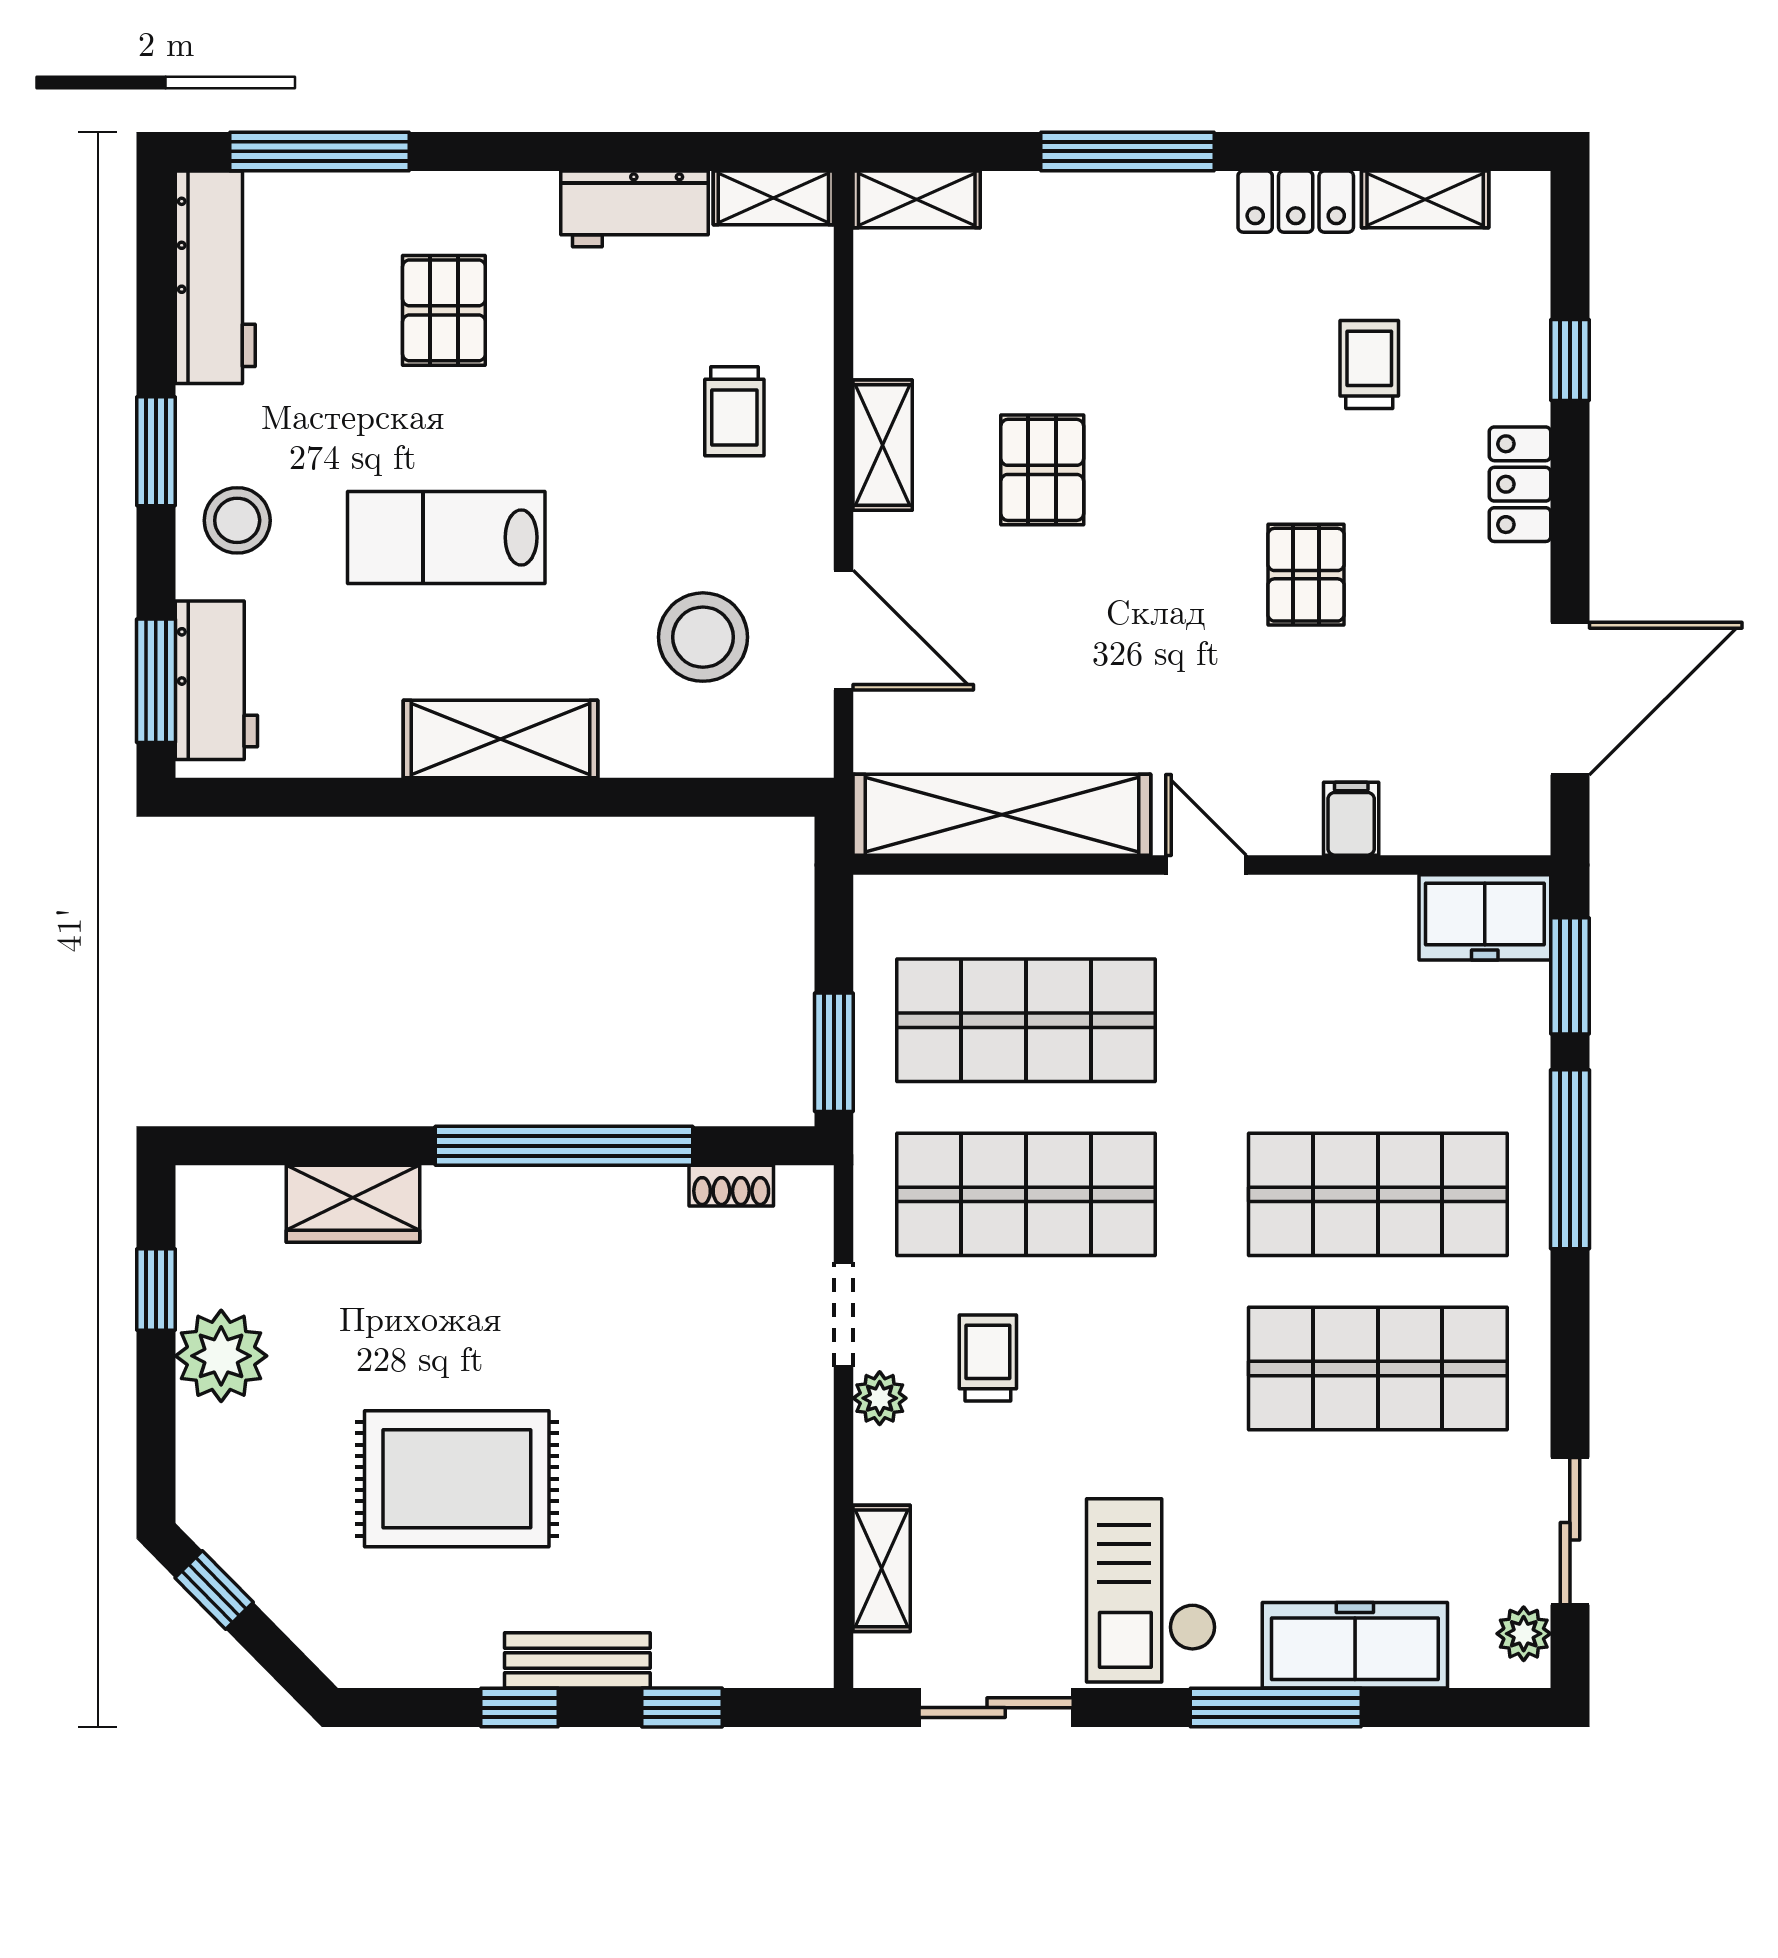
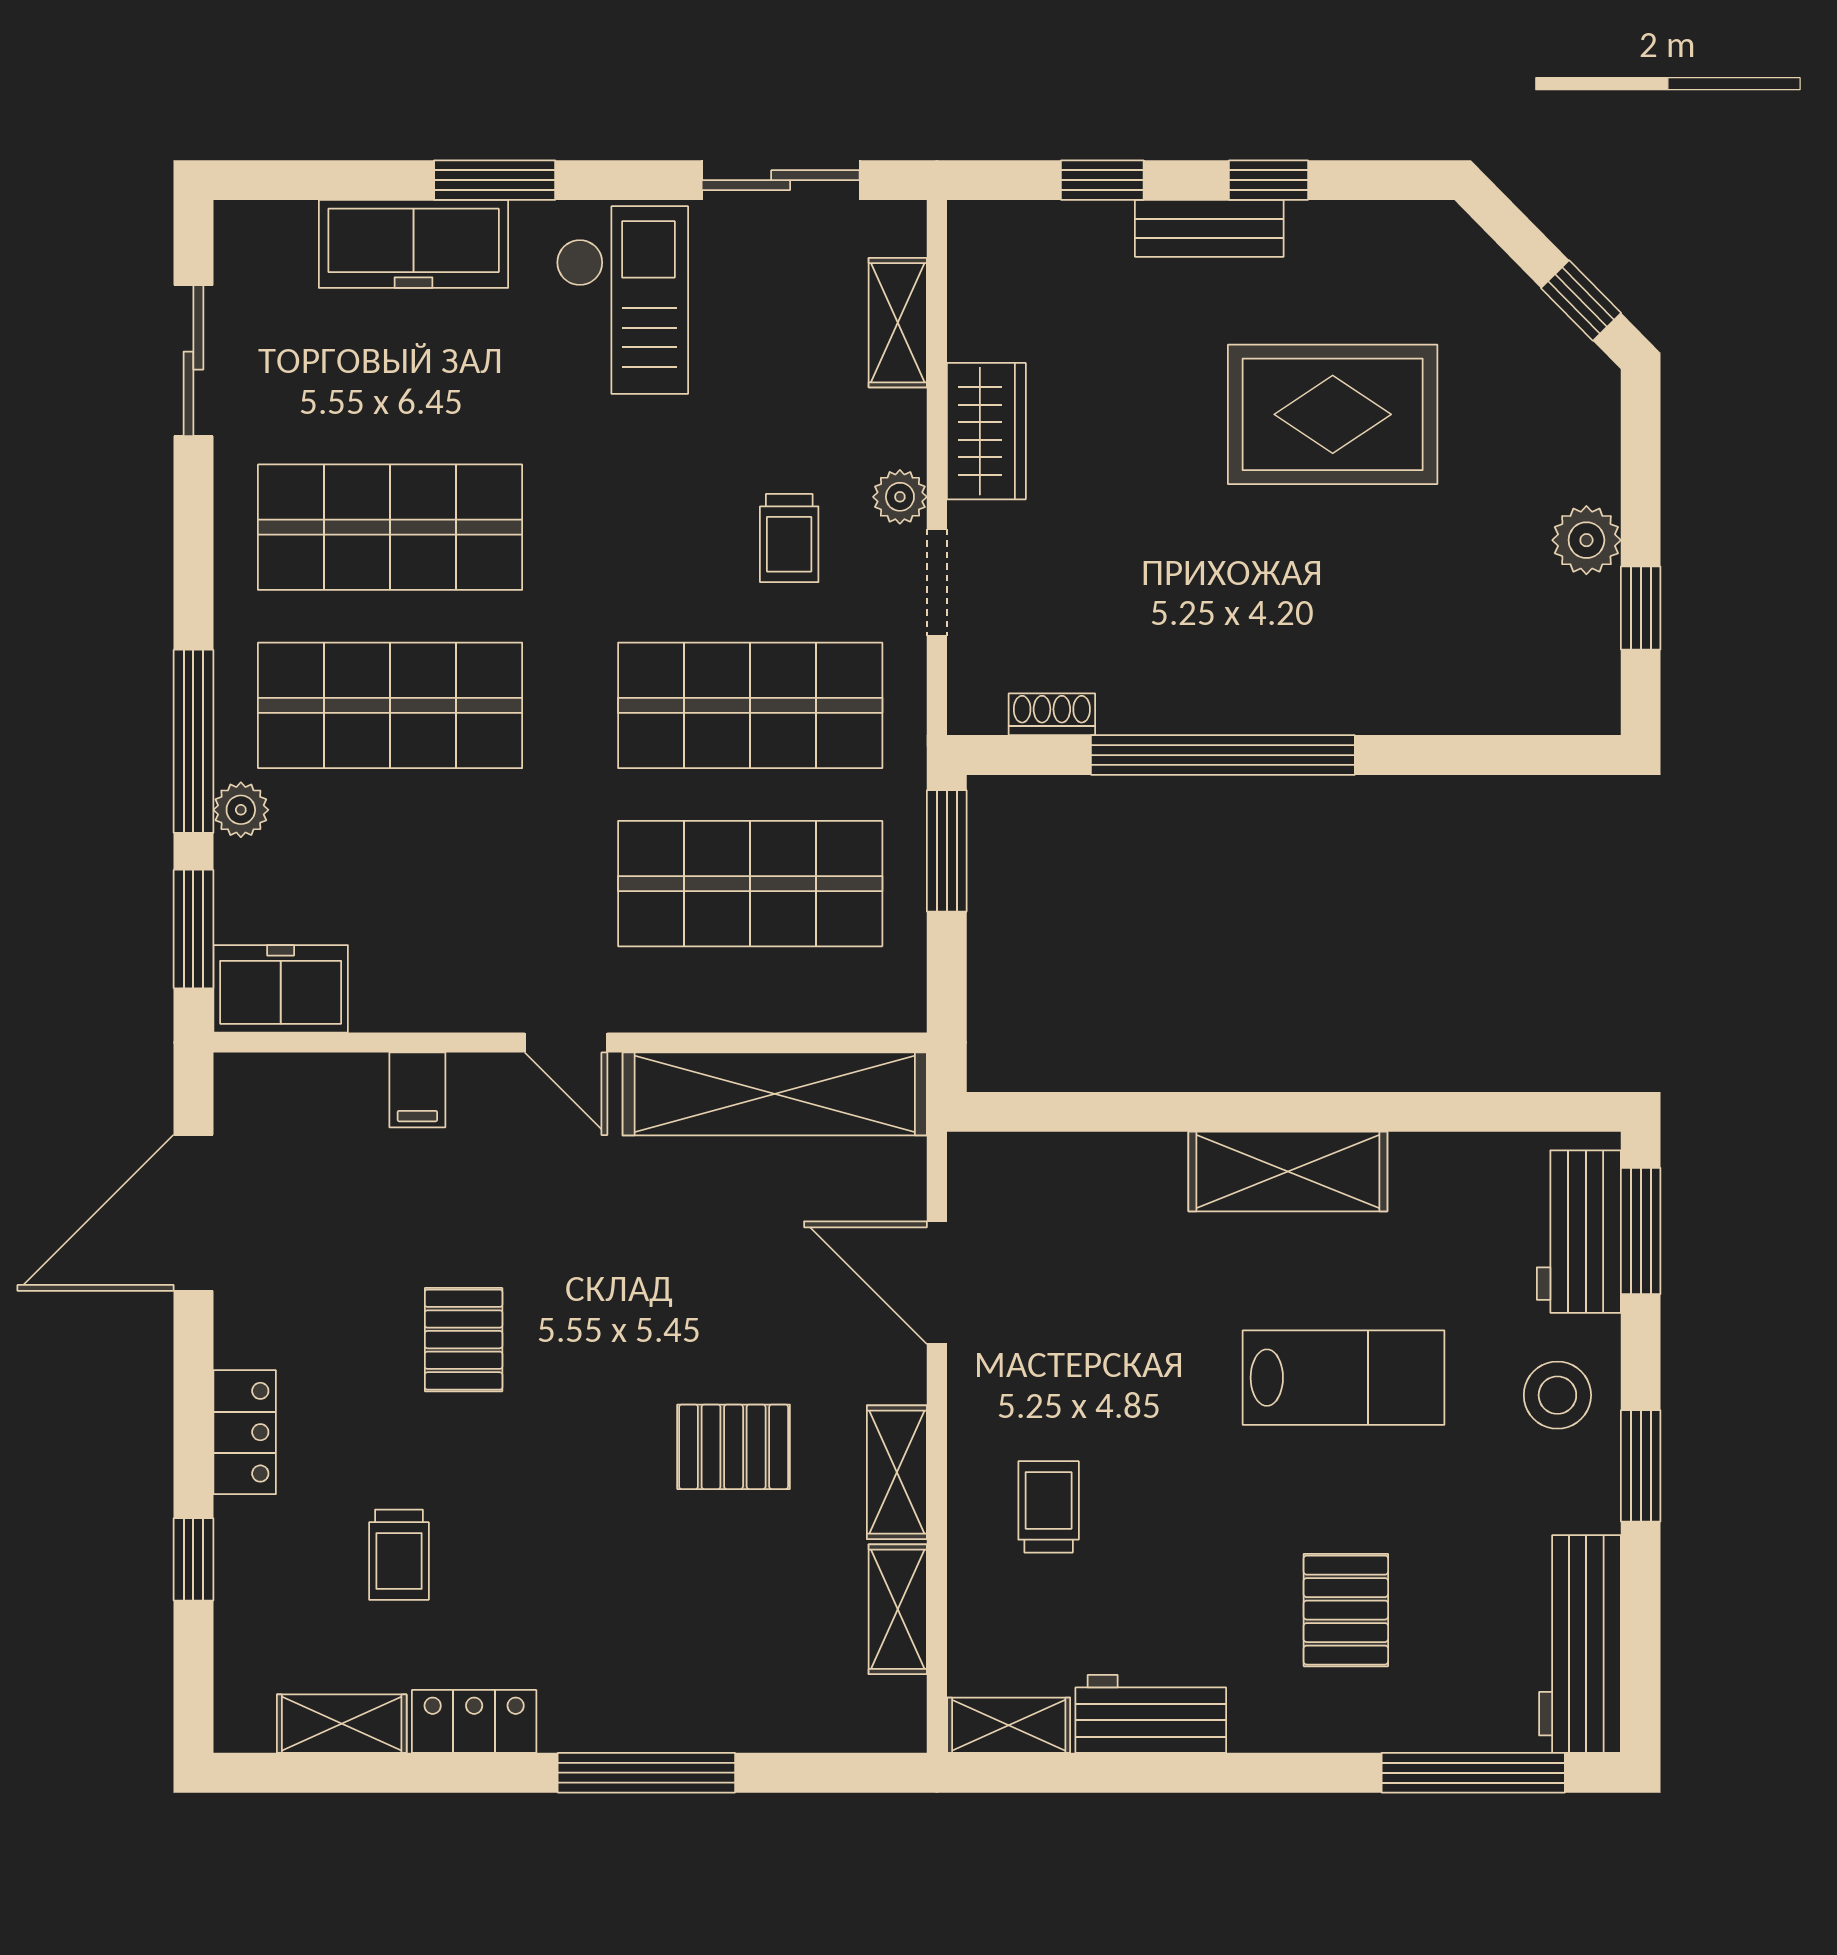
shelving: (917, 199) -> (898, 1609), moved, turned 90
pallet: (1042, 470) -> (734, 1447), turned 90
stool: (703, 637) -> (1081, 1276), removed
wardrobe: (353, 1204) -> (986, 431), moved, turned 90
plant: (221, 1356) -> (1586, 540), width x0.73, depth x0.73
plant: (1524, 1634) -> (241, 810), moved
window: (1276, 1708) -> (495, 180), width x0.69

